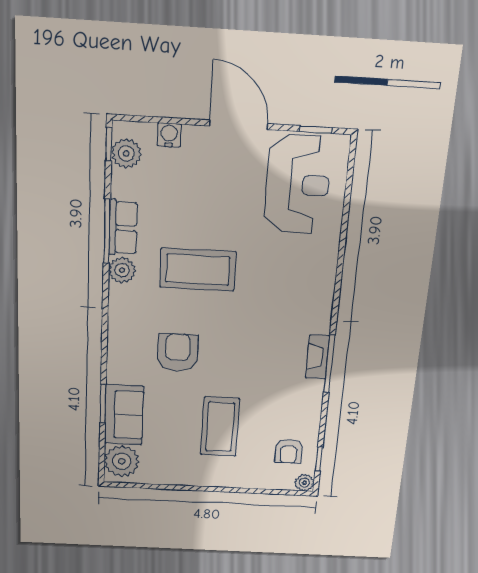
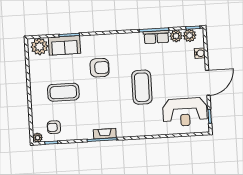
plant: (122, 270) -> (176, 36), moved
coffee table: (198, 270) -> (142, 87), moved

